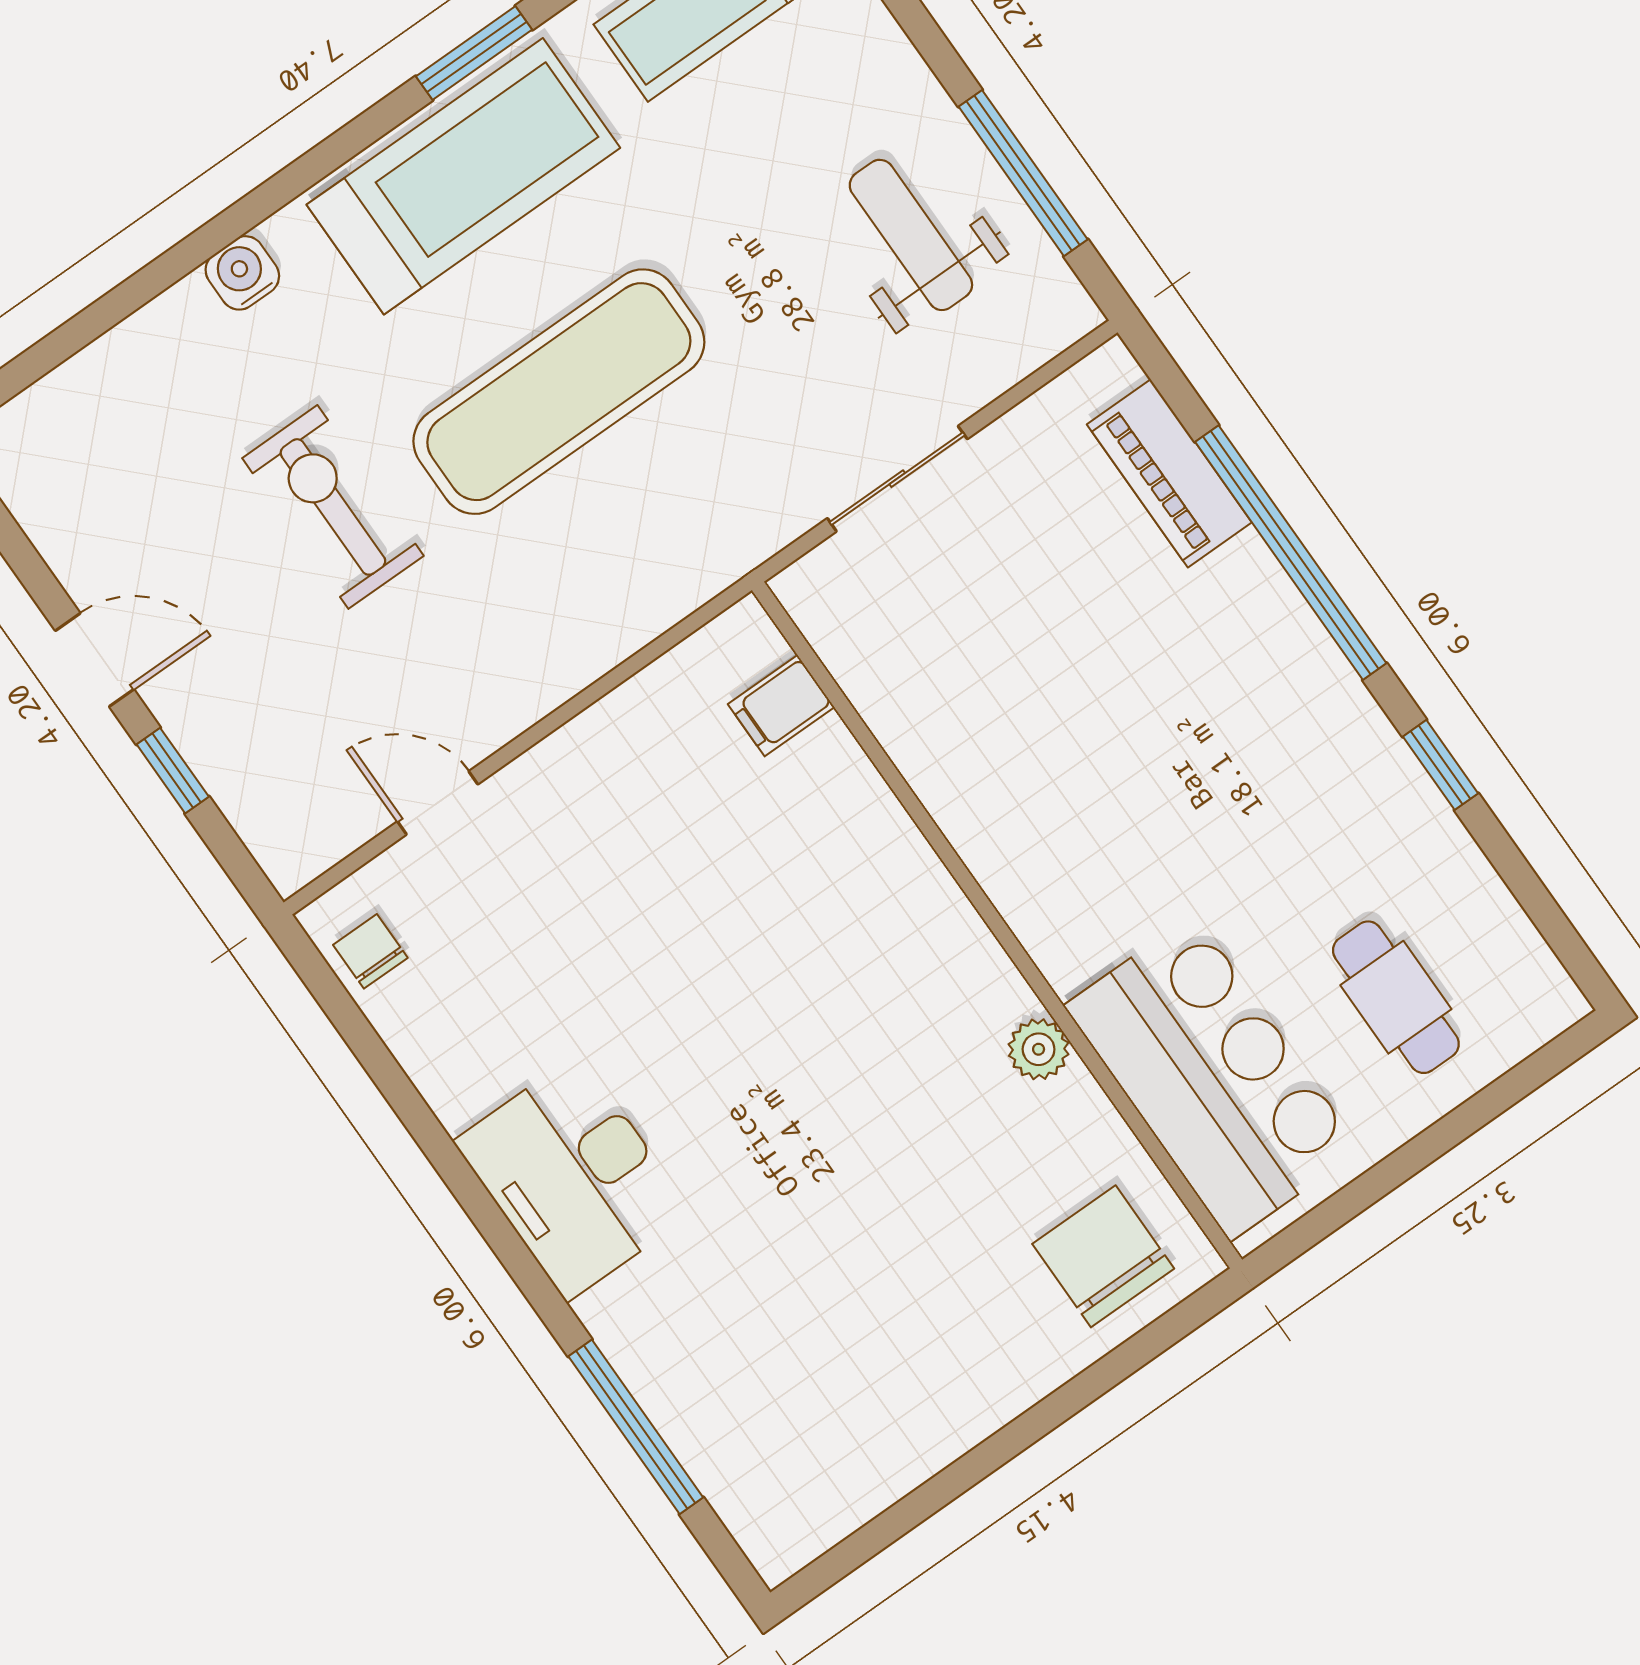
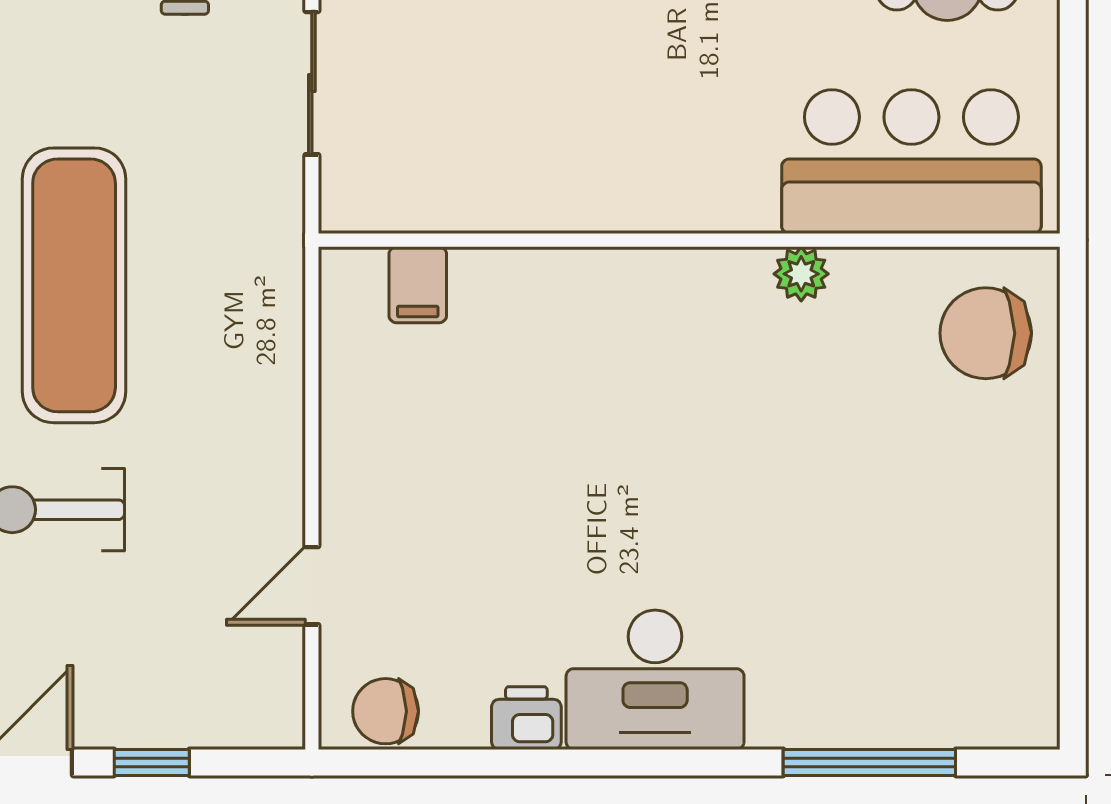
chair: (370, 951) -> (386, 711), width x1.37, depth x1.37
printer: (455, 1084) -> (526, 718), added

